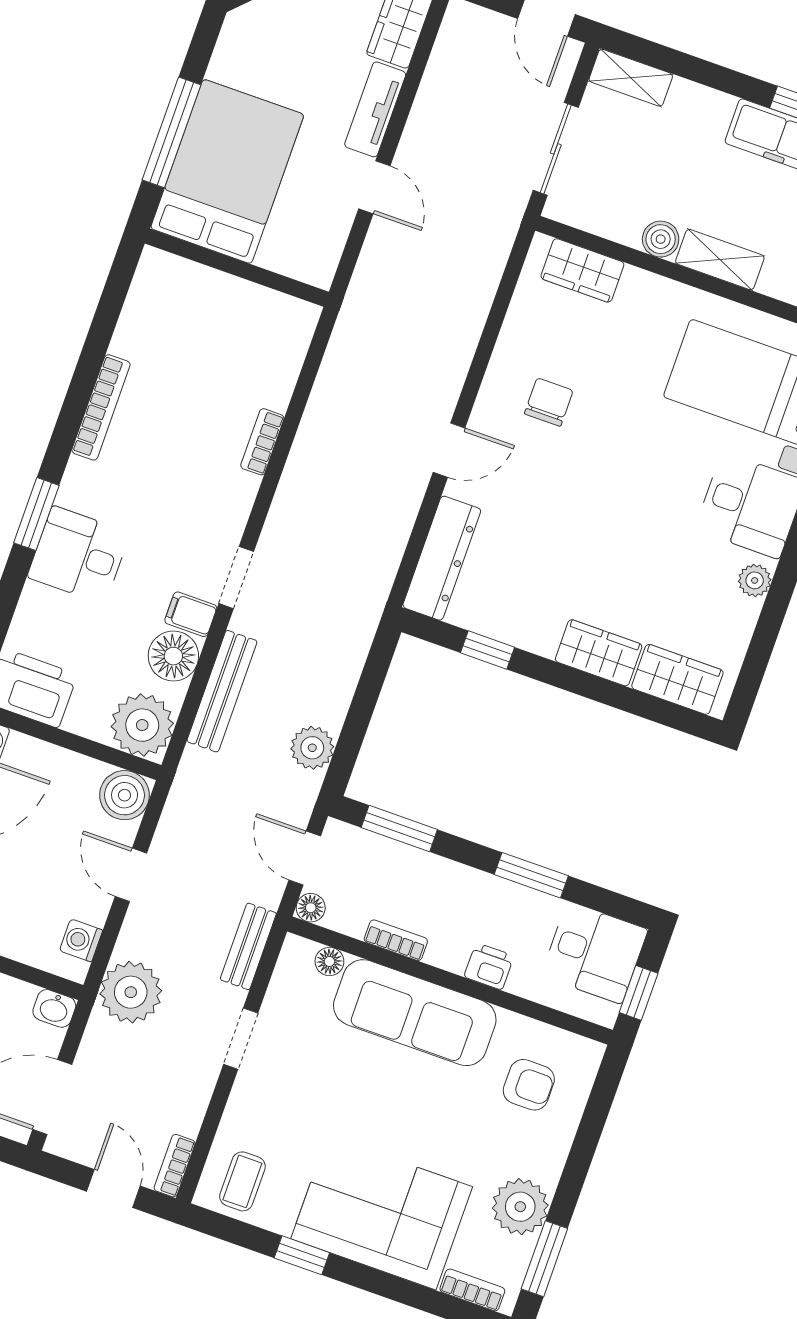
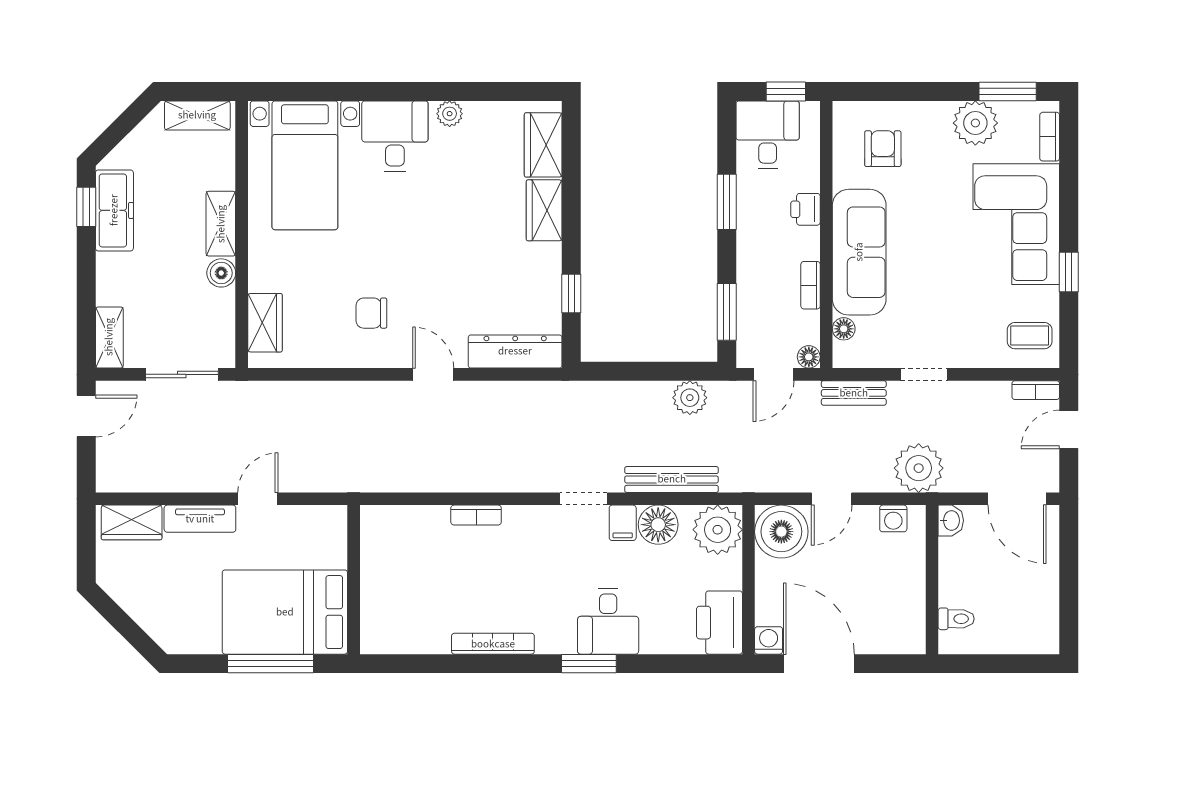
boiler: (125, 795) -> (781, 532), width x1.37, depth x1.37

